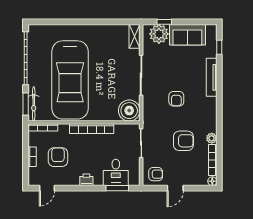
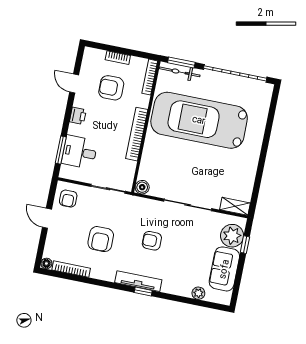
window: (219, 47) -> (143, 291), moved
tv unit: (212, 77) -> (138, 281), moved
boiler: (129, 111) -> (142, 187), width x0.54, depth x0.54
plant: (212, 138) -> (198, 293), moved
armchair: (58, 157) -> (111, 88), turned 180
door: (47, 188) -> (74, 84), moved

